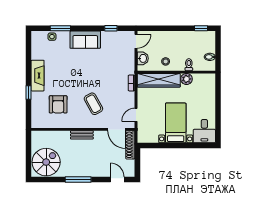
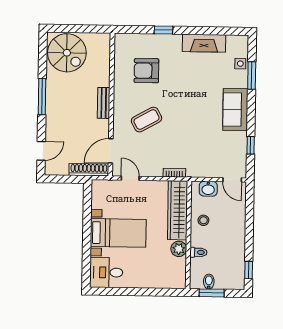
window: (218, 55) -> (212, 293), added
fireplace: (38, 76) -> (204, 43), moved

